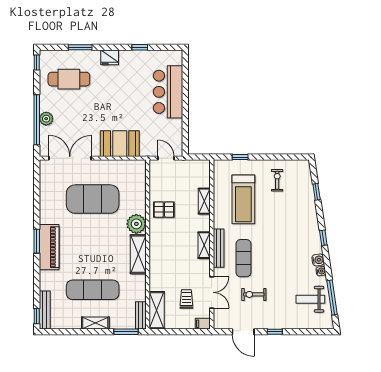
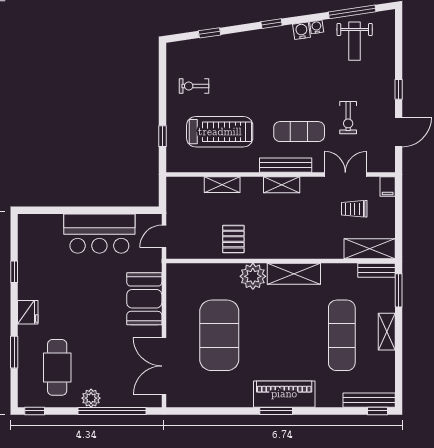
bar counter: (168, 92) -> (99, 234), moved
plant: (46, 119) -> (91, 398), moved

